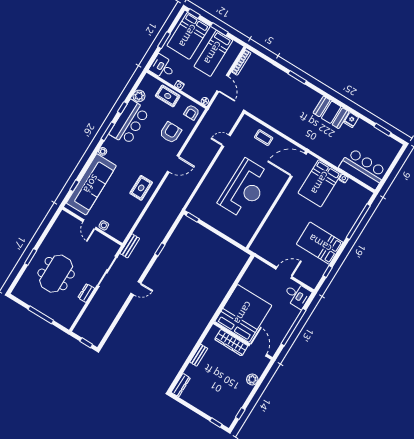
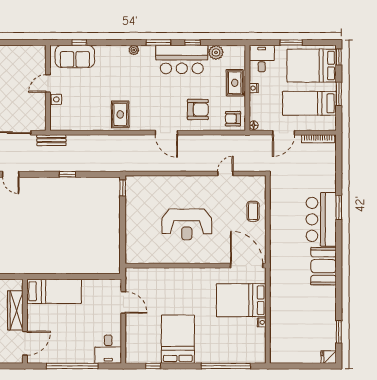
fridge: (351, 120) -> (329, 357), moved
door: (226, 141) -> (225, 174), hinge flipped
bar counter: (363, 169) -> (321, 219), moved, turned 180
sofa: (91, 184) -> (75, 56), width x0.54, depth x0.79
rug: (141, 188) -> (120, 114), turned 90
reception desk: (245, 189) -> (187, 224), width x0.74, depth x0.77
door: (284, 273) -> (123, 302), moved
bed: (243, 313) -> (54, 291), width x0.49

